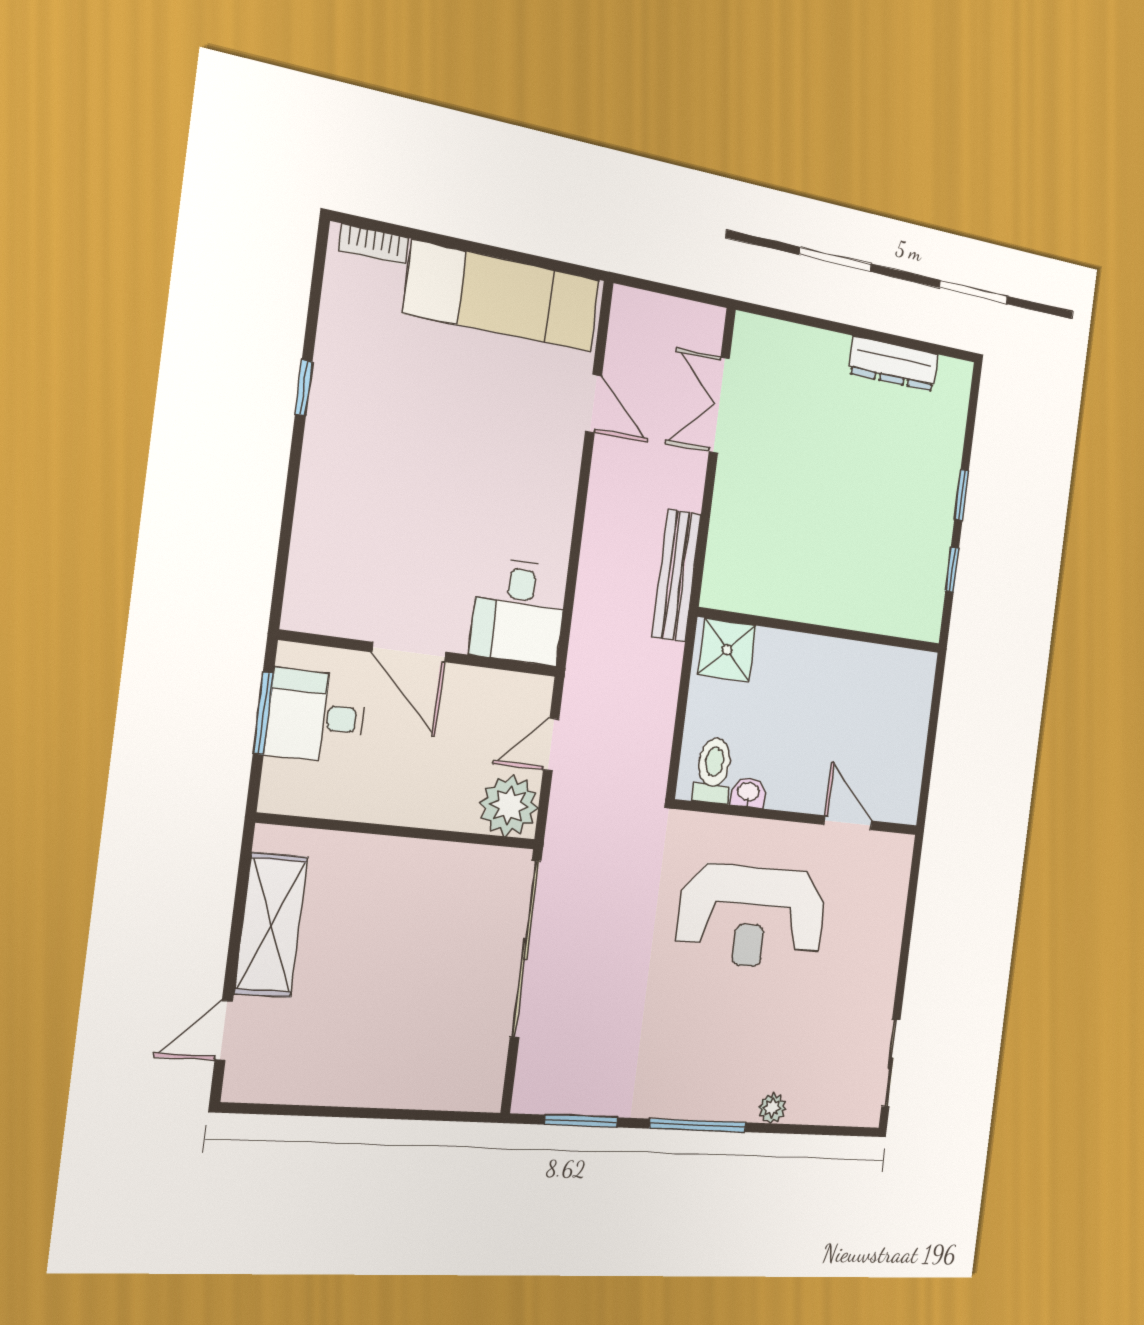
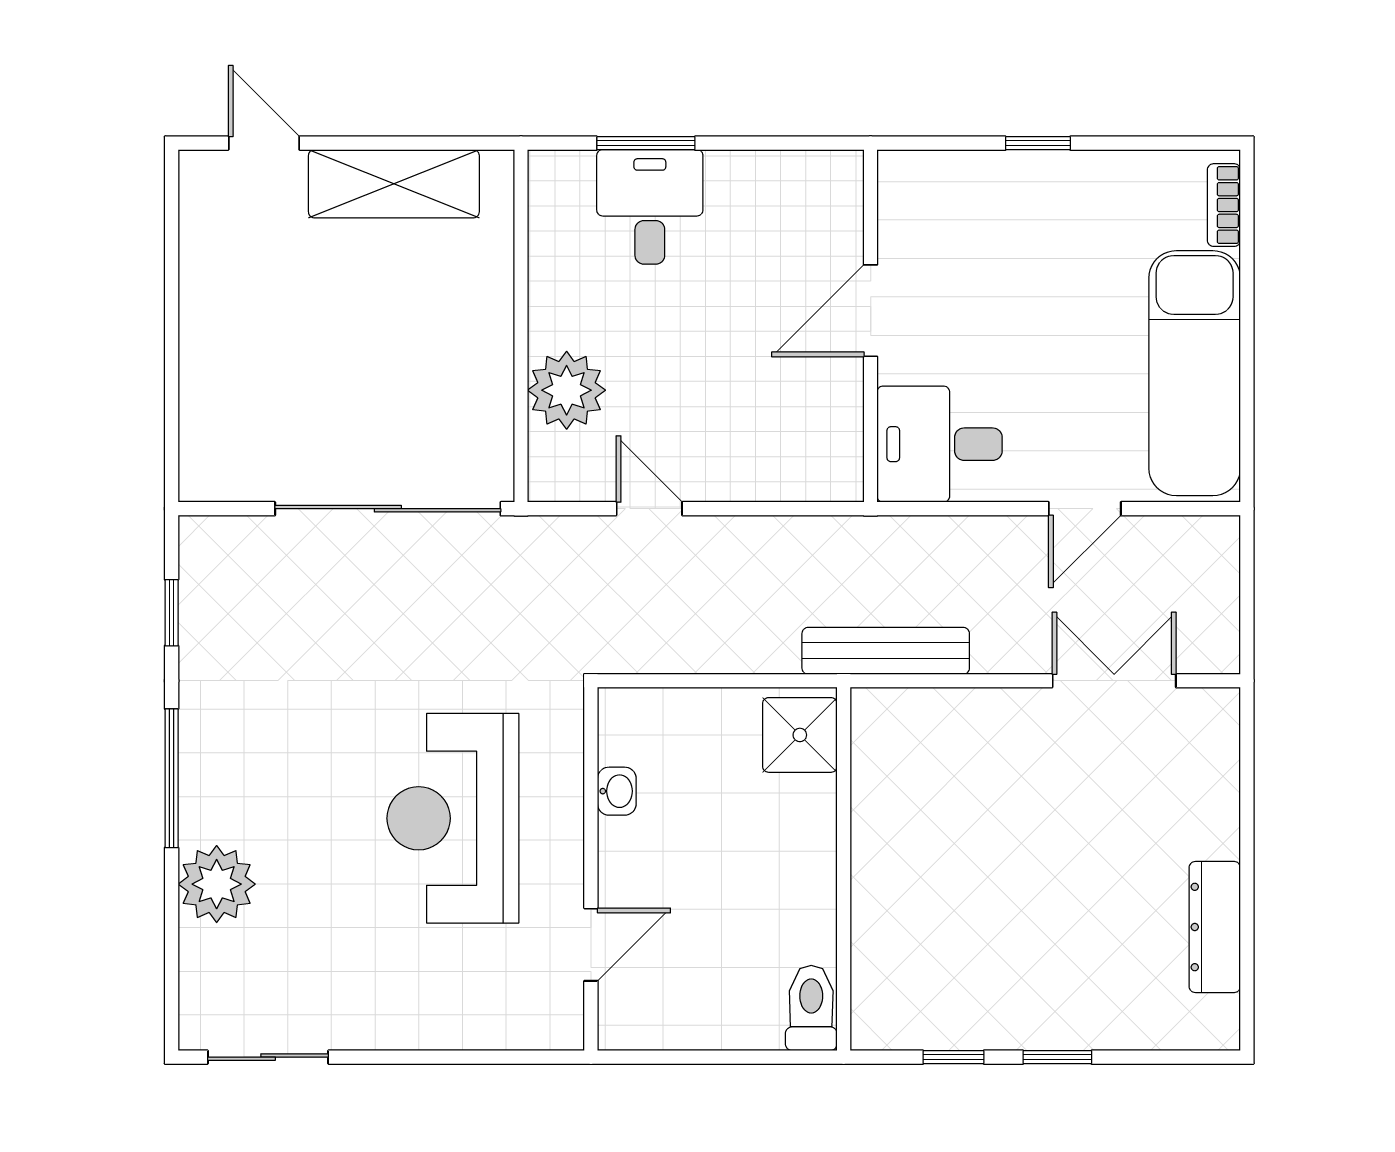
desk: (519, 611) -> (940, 444), moved
door: (409, 652) -> (871, 311), moved
wall: (421, 654) -> (871, 326), moved
toilet: (713, 771) -> (811, 1008), moved, turned -90
plant: (509, 806) -> (567, 390), moved
plant: (772, 1108) -> (217, 884), width x1.88, depth x1.88
window: (581, 1121) -> (172, 613), width x0.67

